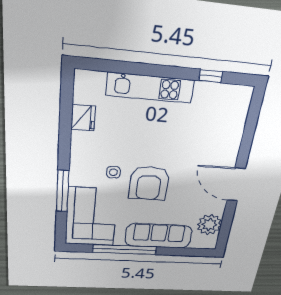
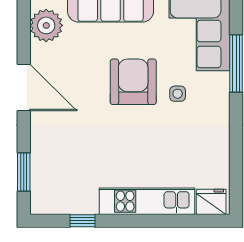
fridge: (83, 118) -> (211, 202), moved, turned 90
window: (252, 122) -> (24, 172), added

